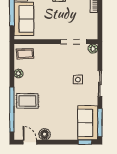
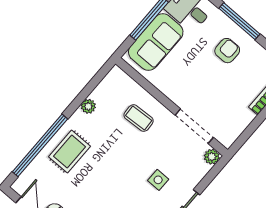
coffee table: (25, 54) -> (139, 118), moved
rug: (27, 101) -> (70, 152), turned 90

